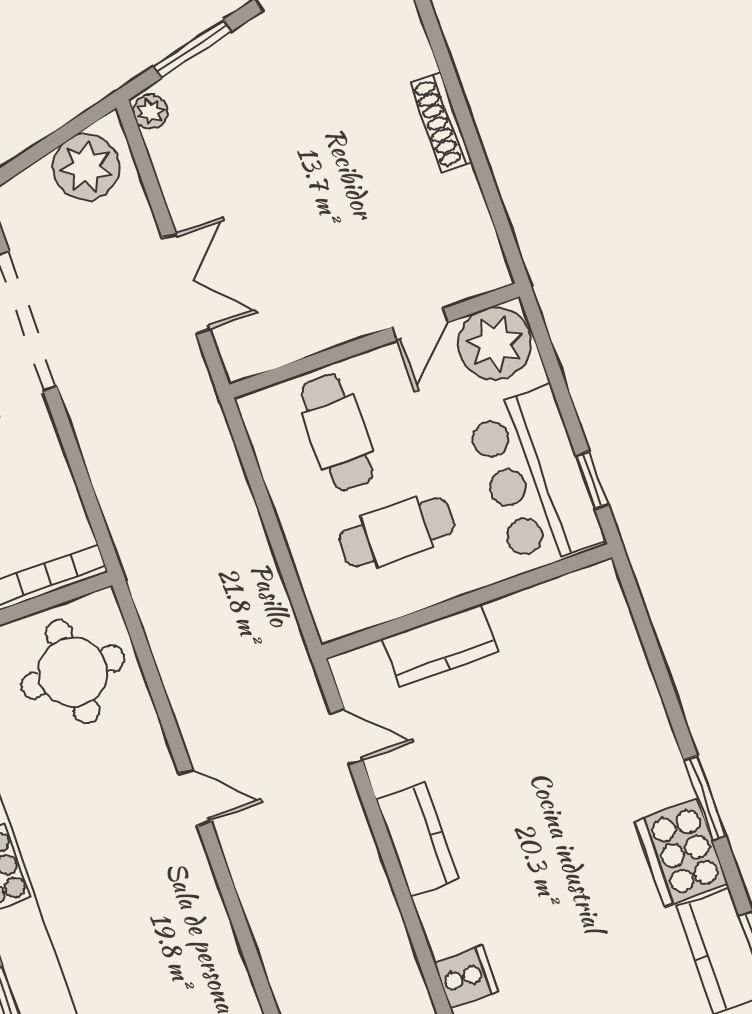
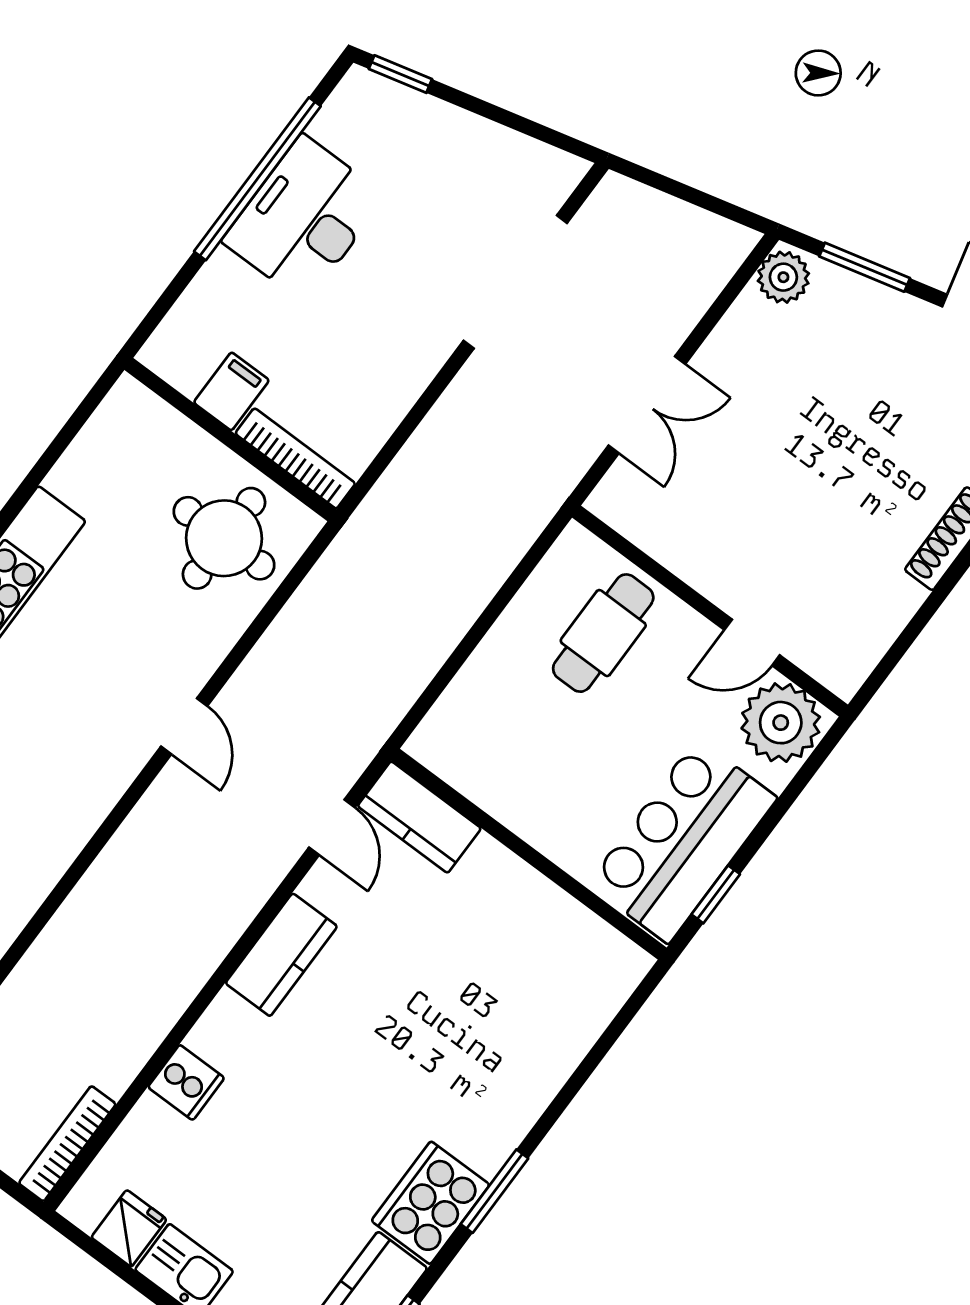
plant: (150, 112) -> (783, 277), width x1.38, depth x1.38
plant: (86, 167) -> (692, 243), removed
cafe table: (397, 532) -> (549, 748), removed
kitchen counter: (440, 645) -> (419, 817), moved

